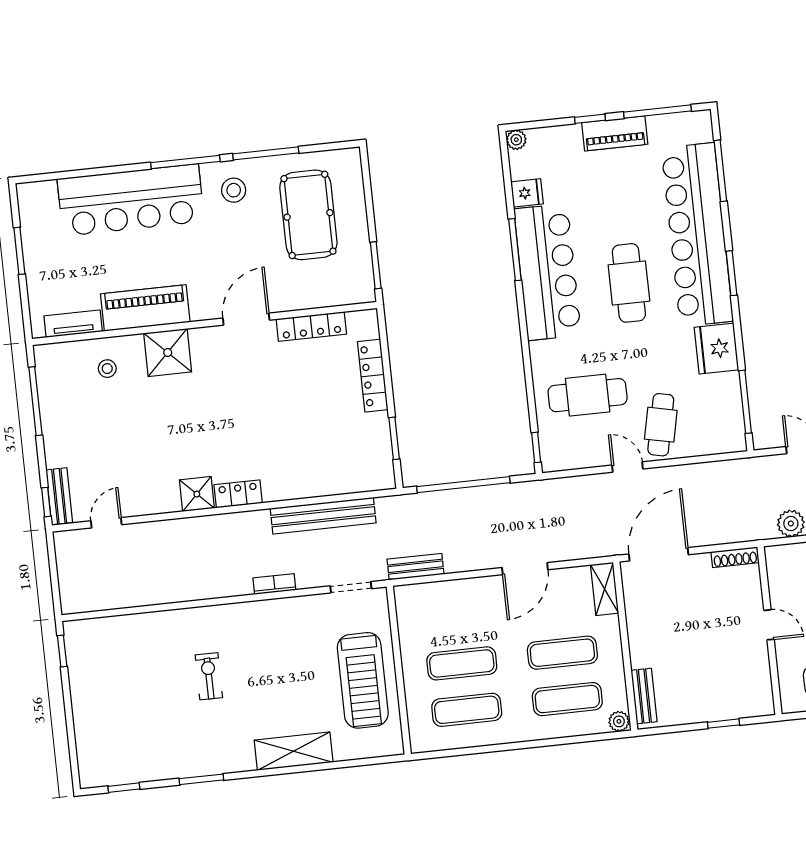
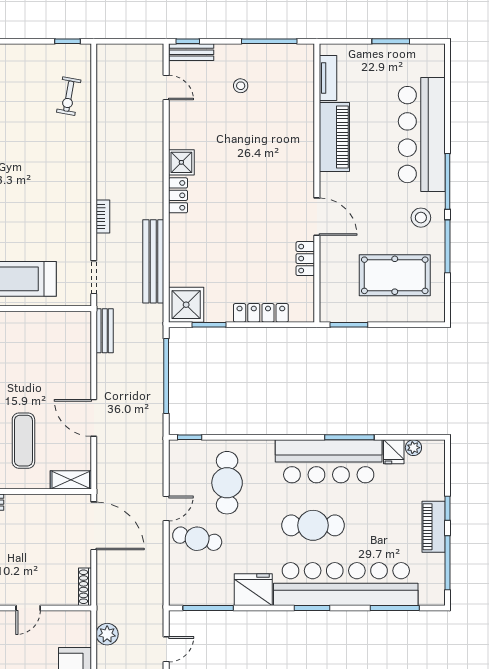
plant: (516, 140) -> (413, 448), moved
locker: (311, 327) -> (305, 259), width x0.66
shower: (168, 352) -> (186, 305), moved
stool: (107, 369) -> (241, 86), moved
exercise mat: (462, 663) -> (23, 359), removed
exercise bike: (209, 676) -> (69, 96), moved, turned 100

